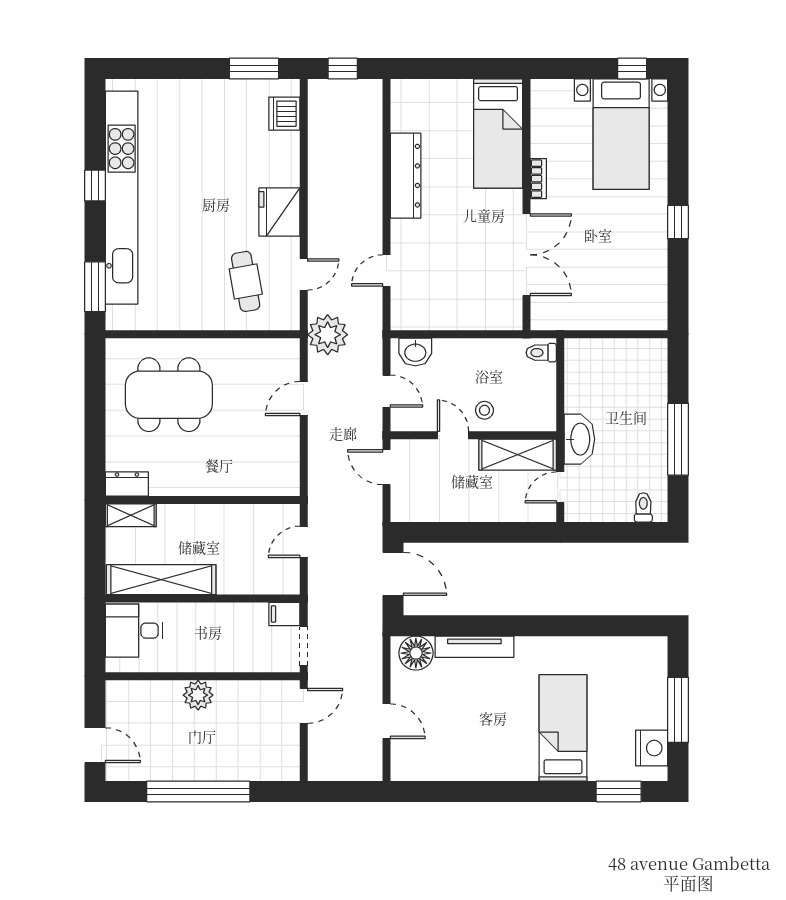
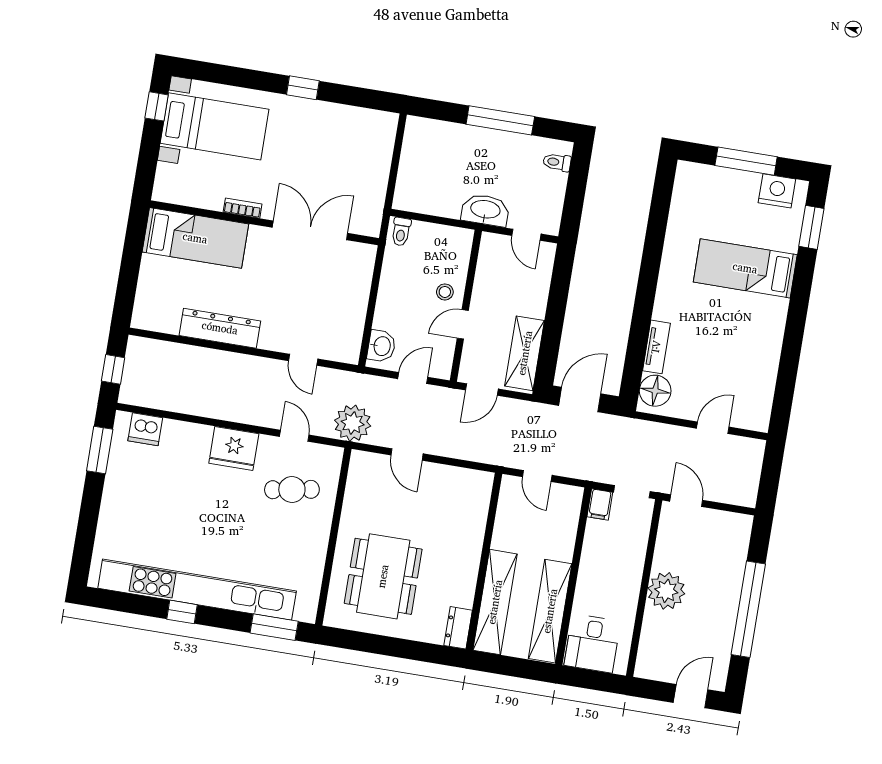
shelving: (518, 455) -> (525, 353), moved
shelving: (131, 515) -> (495, 602), width x2.20, depth x1.33
tv unit: (474, 647) -> (656, 347), width x0.71
plant: (198, 695) -> (666, 591), width x1.36, depth x1.36

